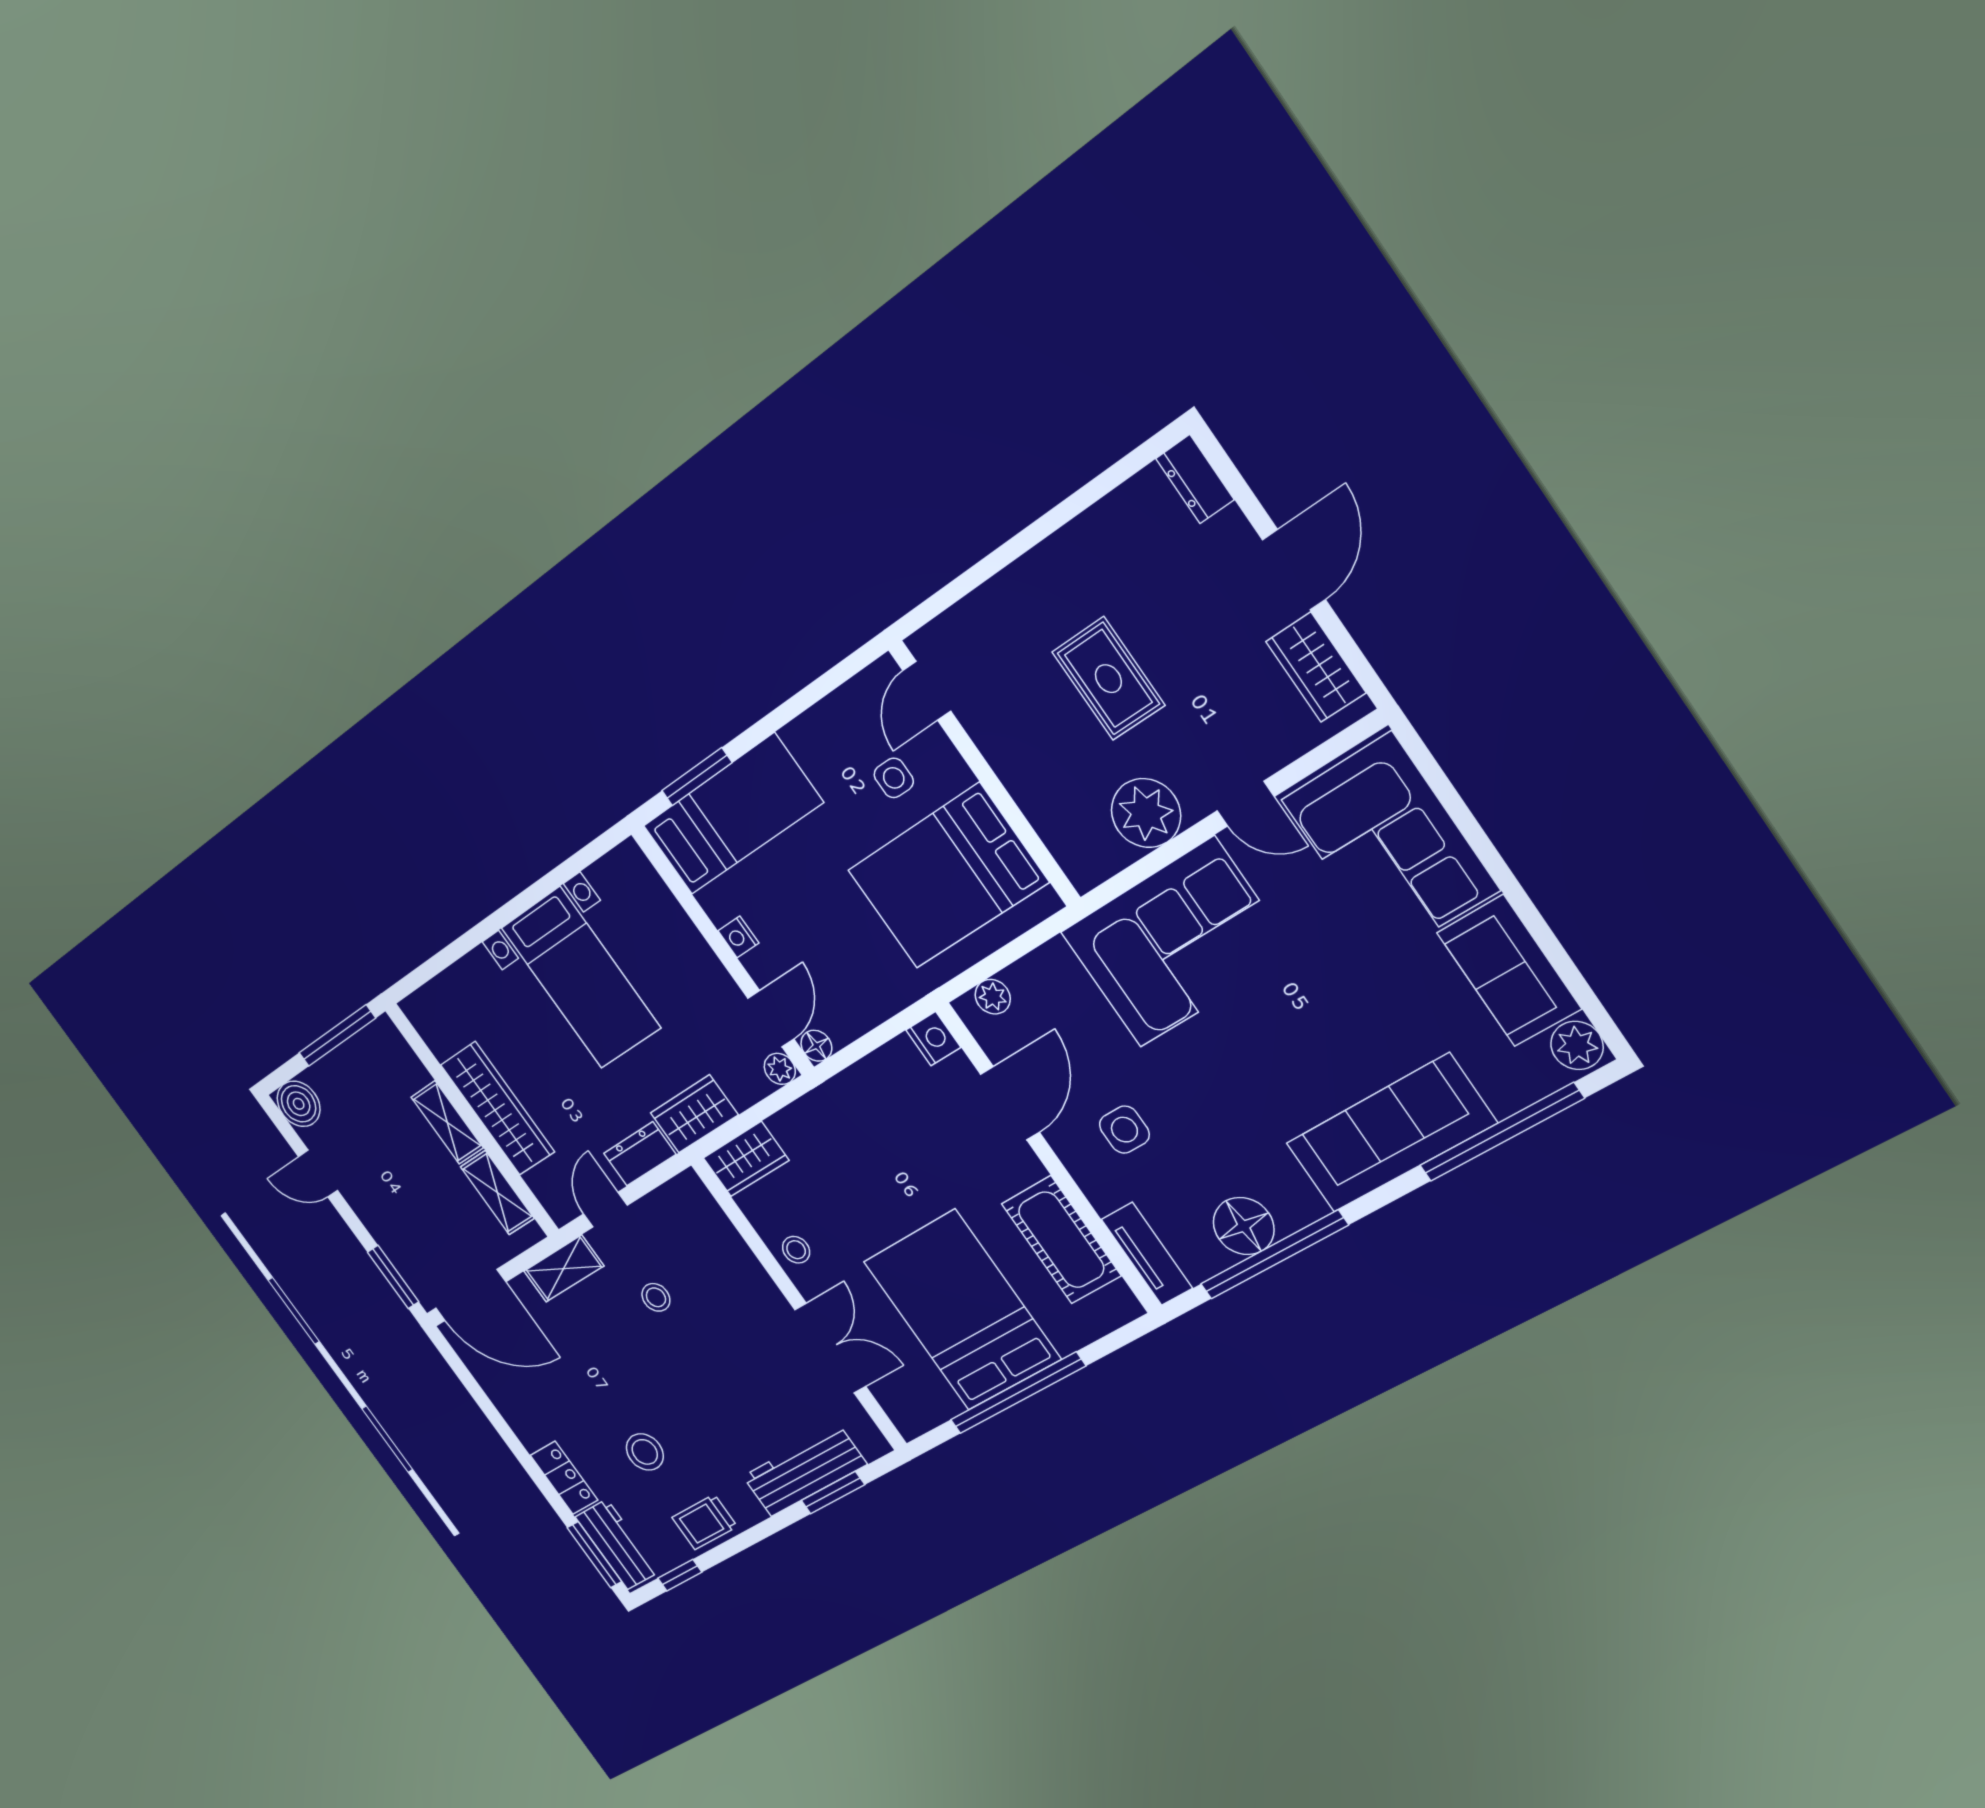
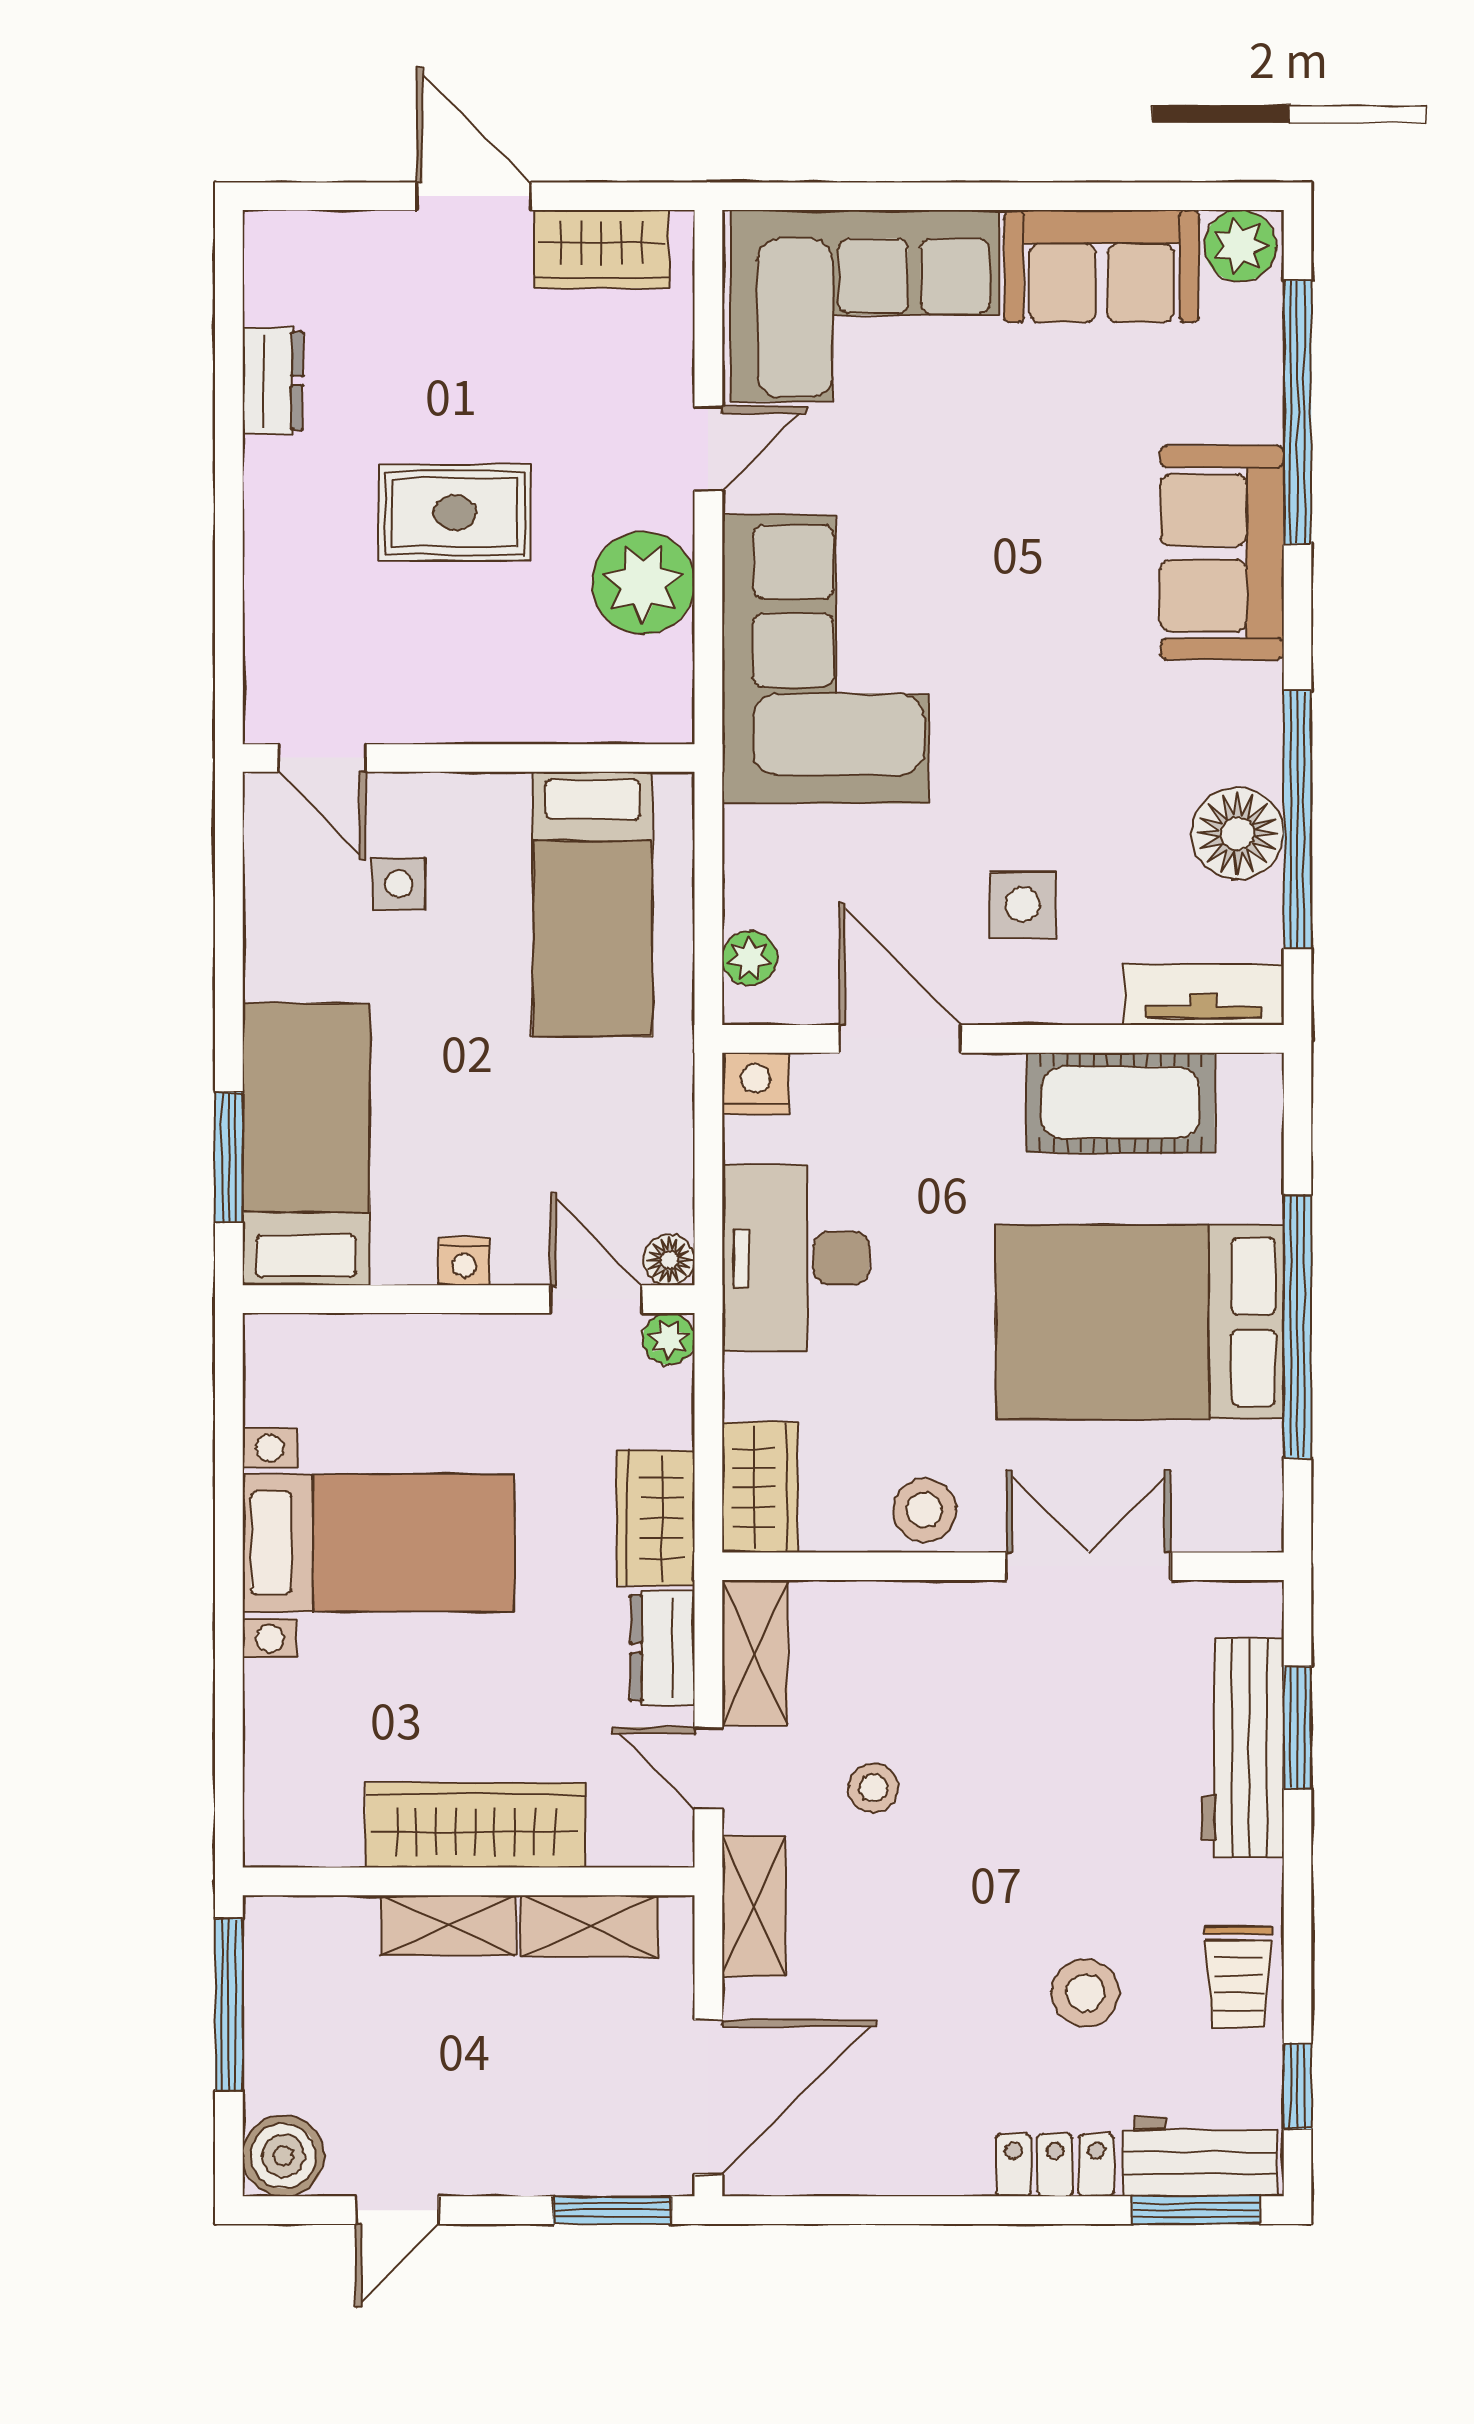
dresser: (1195, 479) -> (273, 381), moved, turned -90
bed: (948, 876) -> (593, 904), width x0.67
desk: (865, 1112) -> (796, 1258), added
sofa: (1391, 1133) -> (1222, 553), width x0.73
shelving: (671, 1202) -> (755, 1653), added
stool: (796, 1250) -> (924, 1510), width x1.37, depth x1.37

